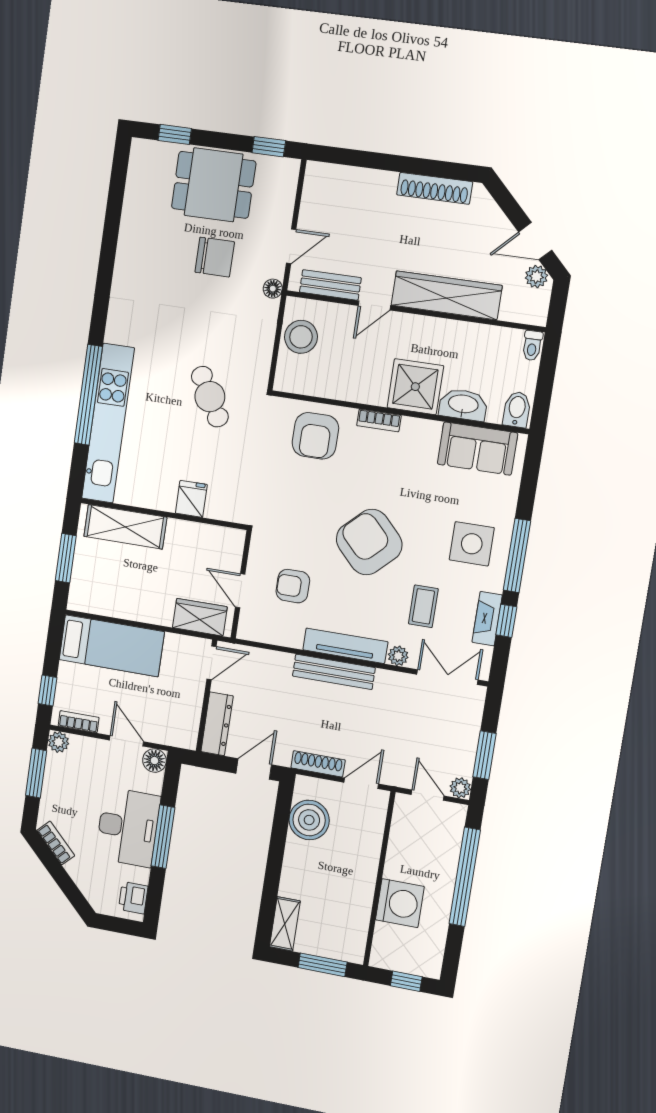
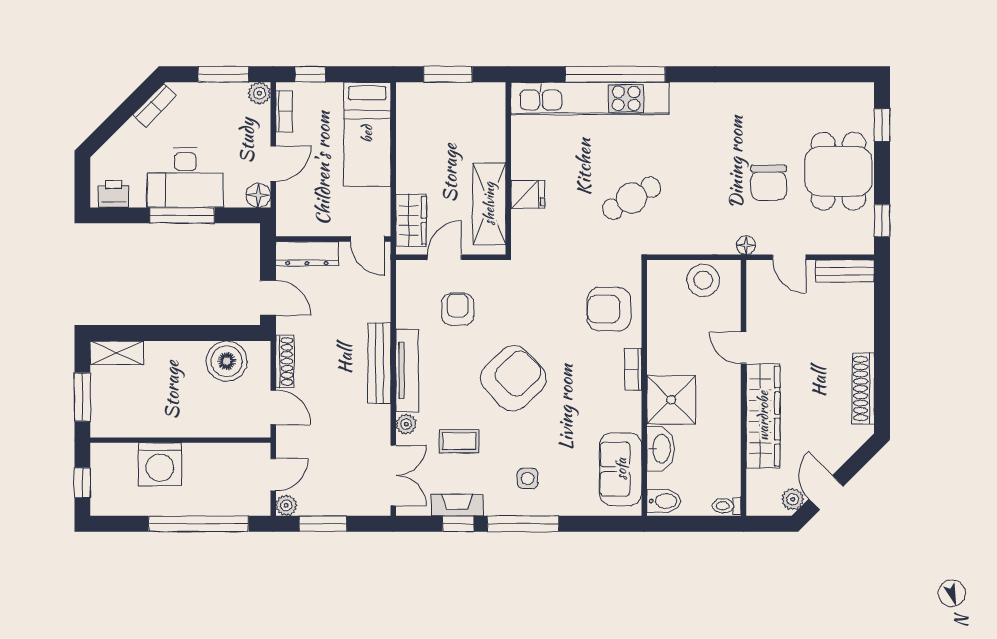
bench: (330, 285) -> (845, 271), moved, turned 90
shelving: (125, 527) -> (489, 204), moved
side table: (472, 544) -> (528, 478), width x0.54, depth x0.54

